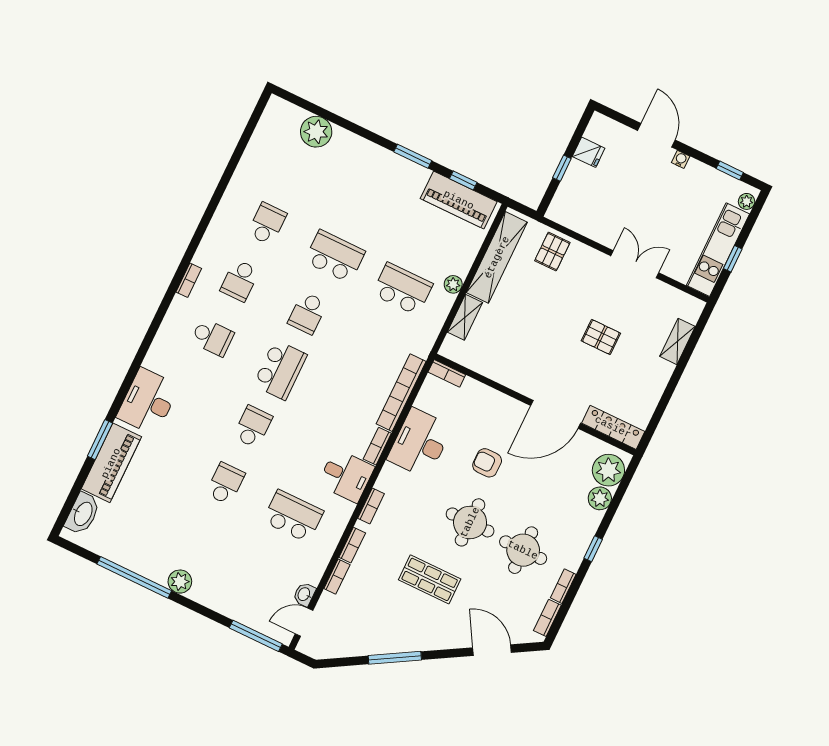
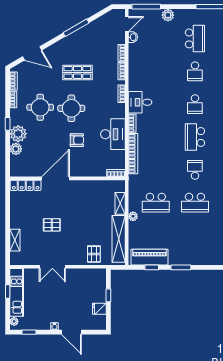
plant: (608, 470) -> (18, 134), moved
school desk: (293, 516) -> (195, 38), moved, turned -90
plant: (180, 582) -> (168, 15), moved

